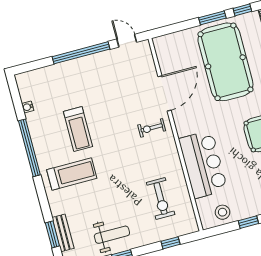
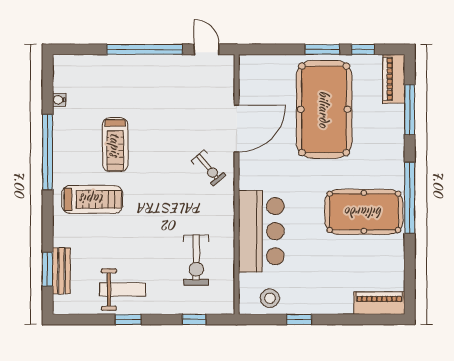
exercise bike: (152, 128) -> (209, 168), turned -130

